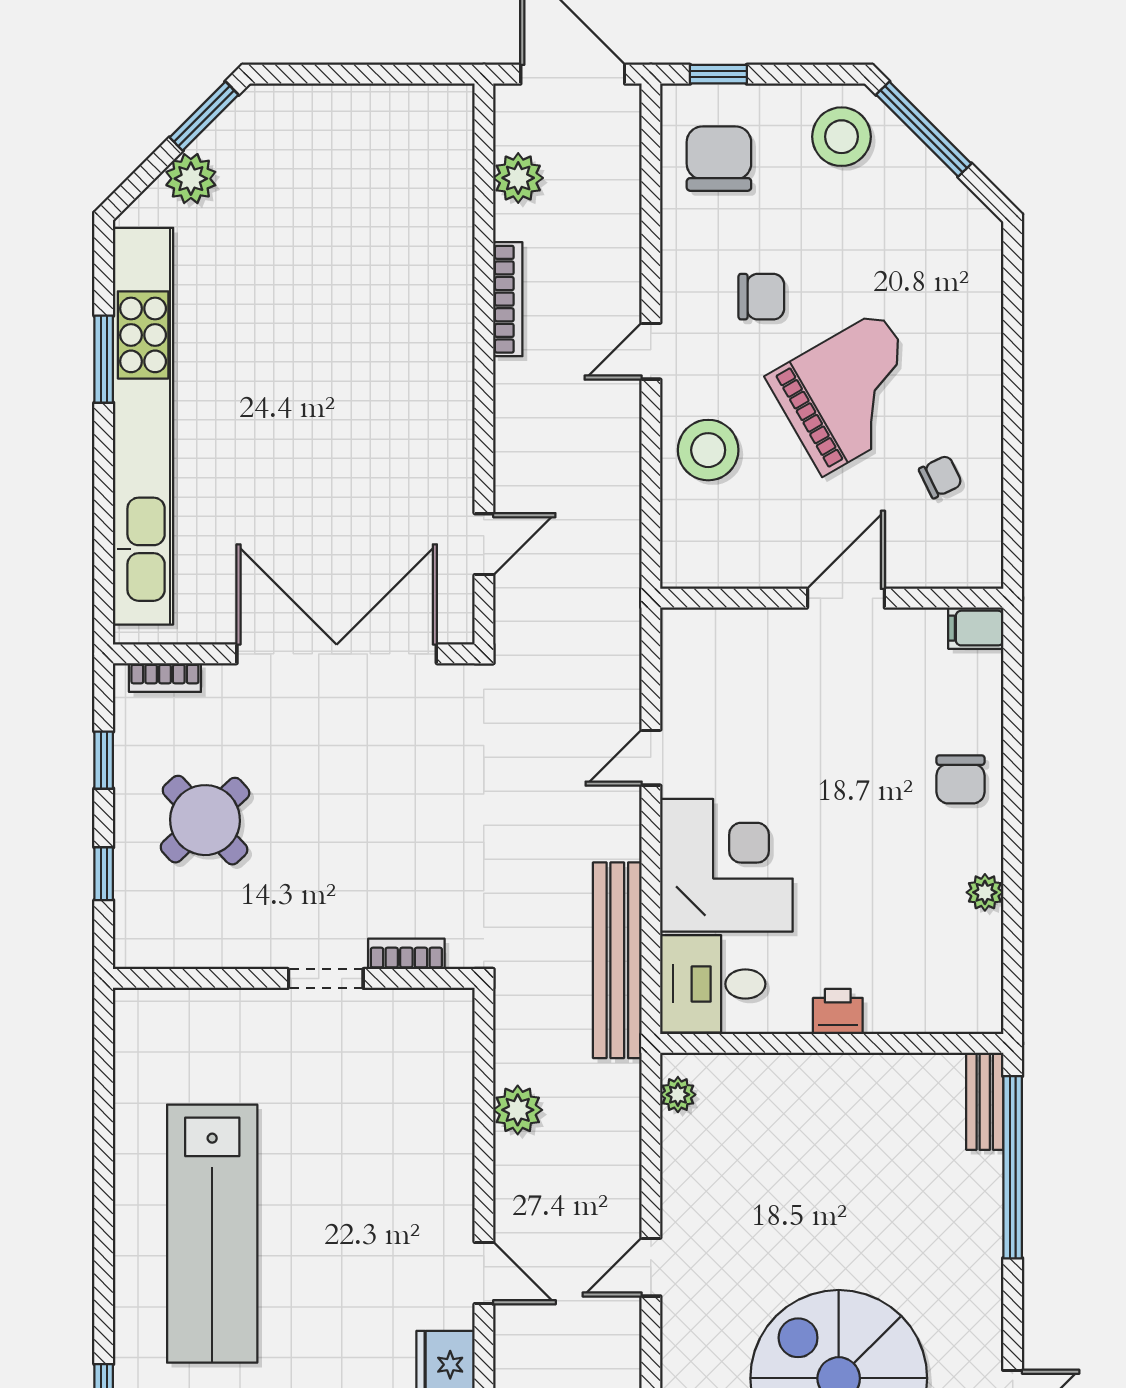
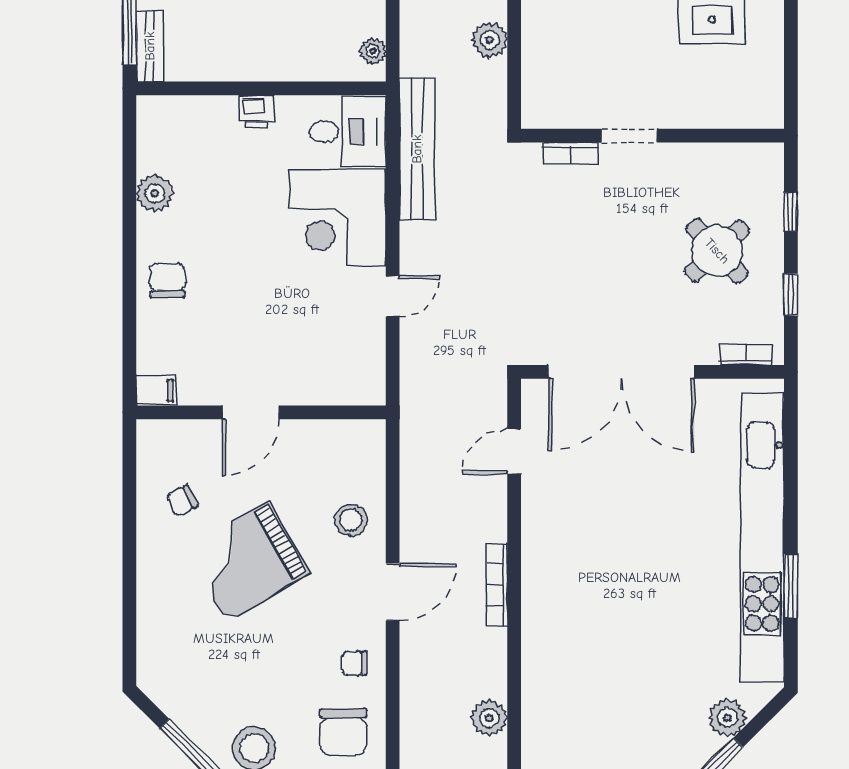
chair: (761, 297) -> (354, 663), moved, width x0.73, depth x0.73
bookcase: (508, 299) -> (497, 585), moved
door: (651, 351) -> (393, 592), width x1.38
stool: (708, 450) -> (351, 520), width x0.73, depth x0.73
plant: (985, 892) -> (155, 193), width x1.38, depth x1.38

